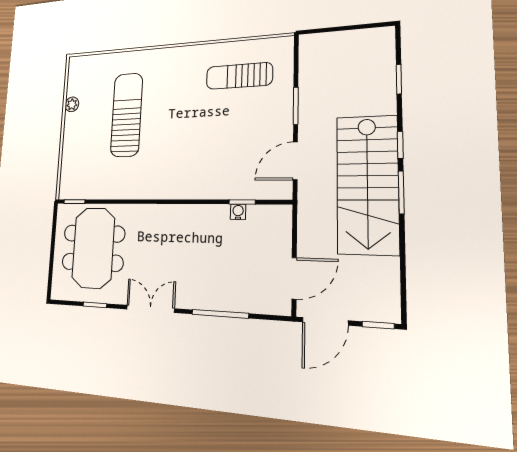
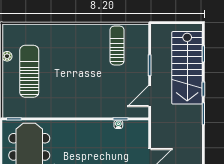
sun lounger: (239, 76) -> (117, 45), turned 90
sun lounger: (127, 115) -> (29, 71), moved
stairs: (367, 184) -> (187, 68), moved

